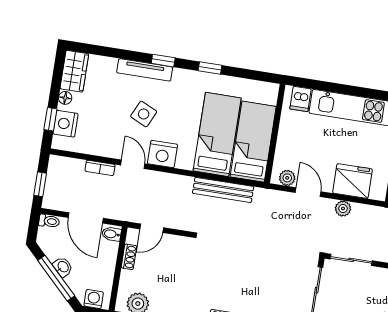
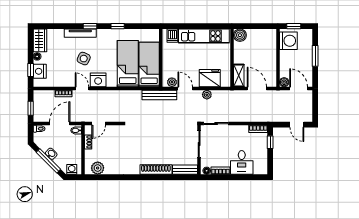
bench: (223, 190) -> (159, 95), moved
door: (86, 218) -> (60, 124), swing flipped

